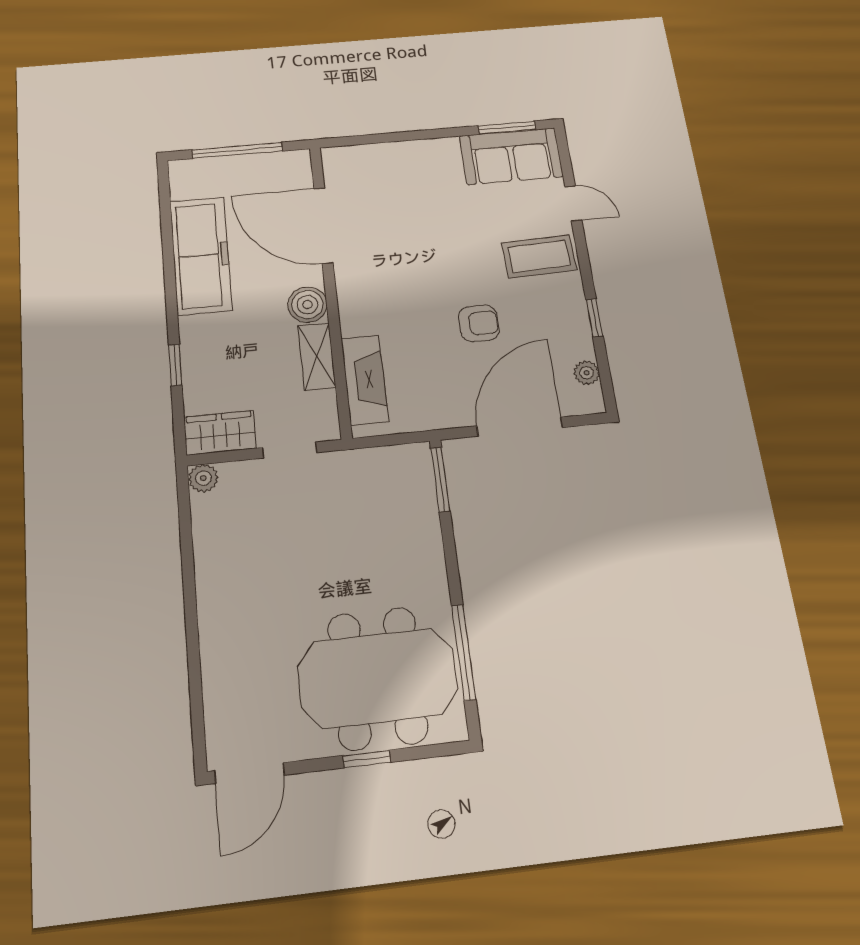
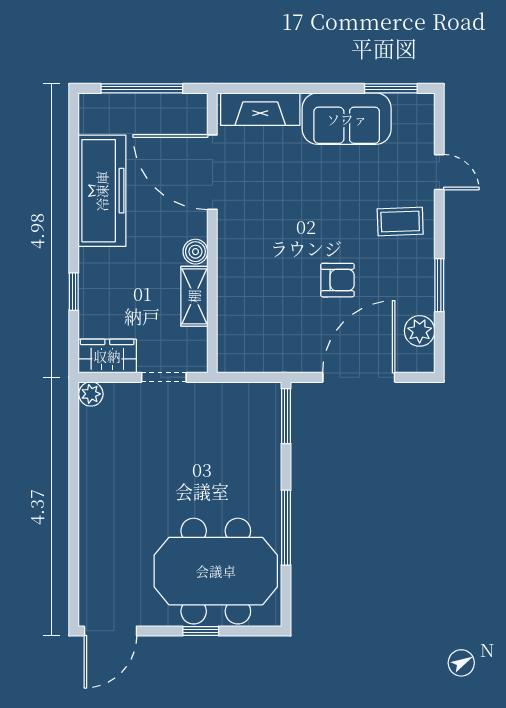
sofa: (511, 156) -> (347, 119), moved
coffee table: (539, 256) -> (400, 222), width x0.73, depth x0.77
boiler: (307, 305) -> (195, 252), width x0.73, depth x0.73
window: (594, 318) -> (439, 285), width x1.50
plant: (587, 373) -> (420, 331), width x1.38, depth x1.38
fireplace: (365, 380) -> (260, 109), moved, turned 90
window: (464, 652) -> (286, 528), moved

